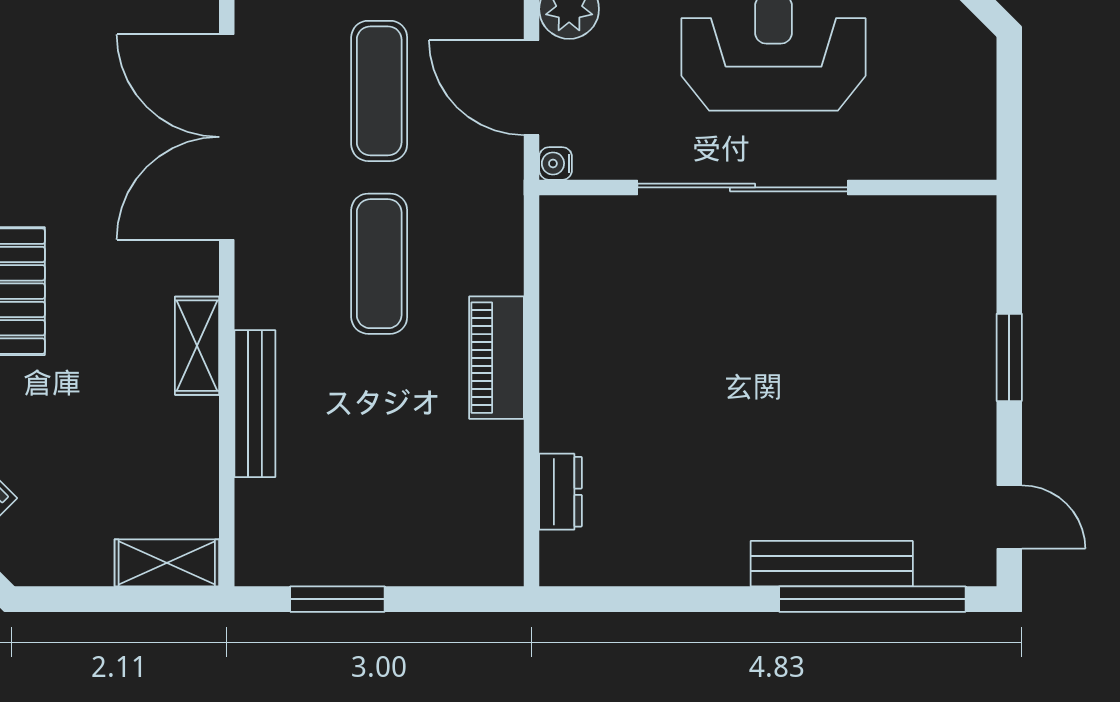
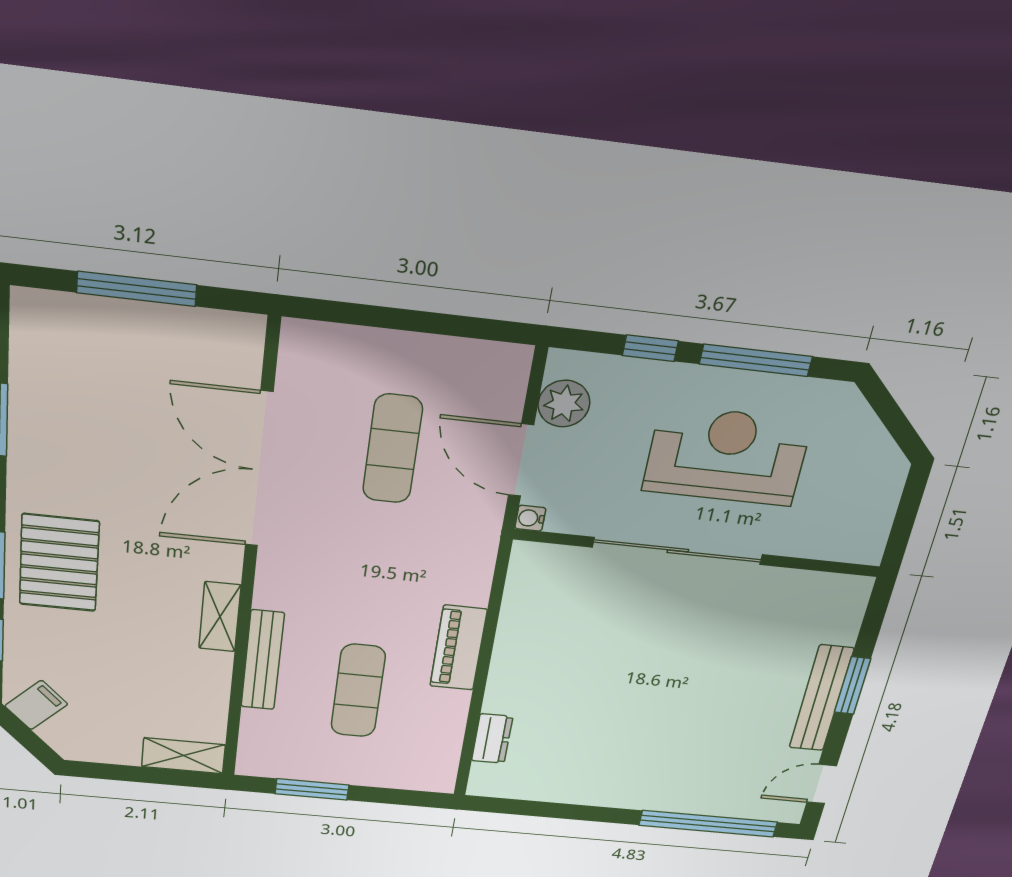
exercise mat: (379, 264) -> (358, 691), moved
door: (1009, 517) -> (822, 784), swing flipped
bench: (832, 564) -> (821, 698), moved, turned 90

